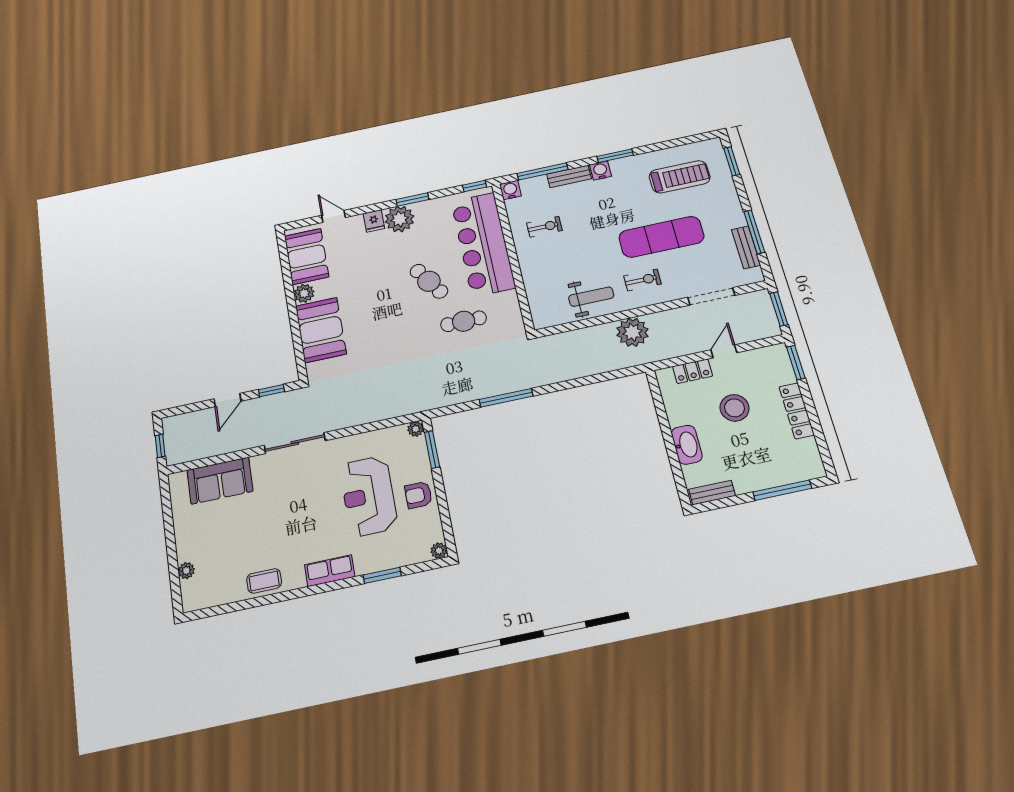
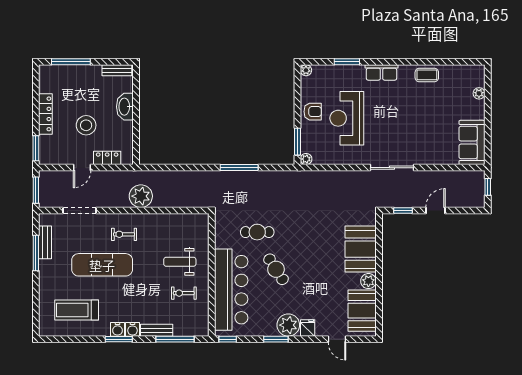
window: (732, 161) -> (36, 314), removed
water cooler: (510, 190) -> (117, 329), moved
weight bench: (591, 297) -> (180, 262), moved
sofa: (220, 481) -> (472, 142), moved, turned -90
reception desk: (369, 496) -> (347, 118), turned 180

